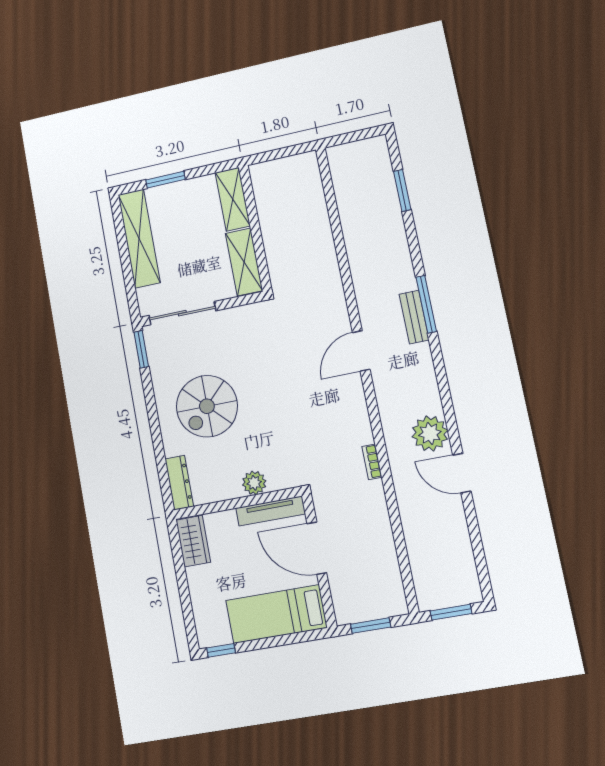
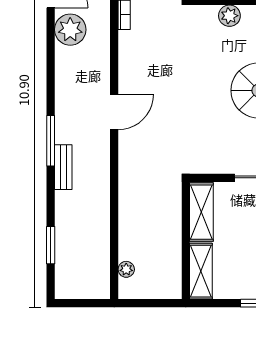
plant: (313, 183) -> (126, 269), added
bench: (414, 317) -> (63, 167), moved

